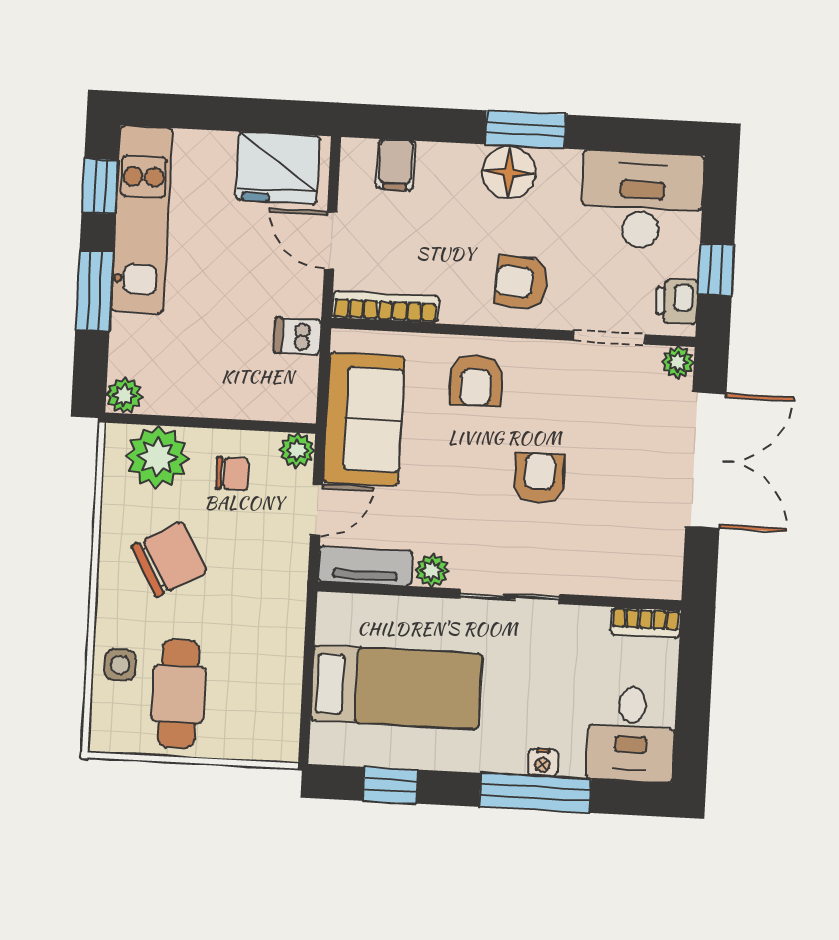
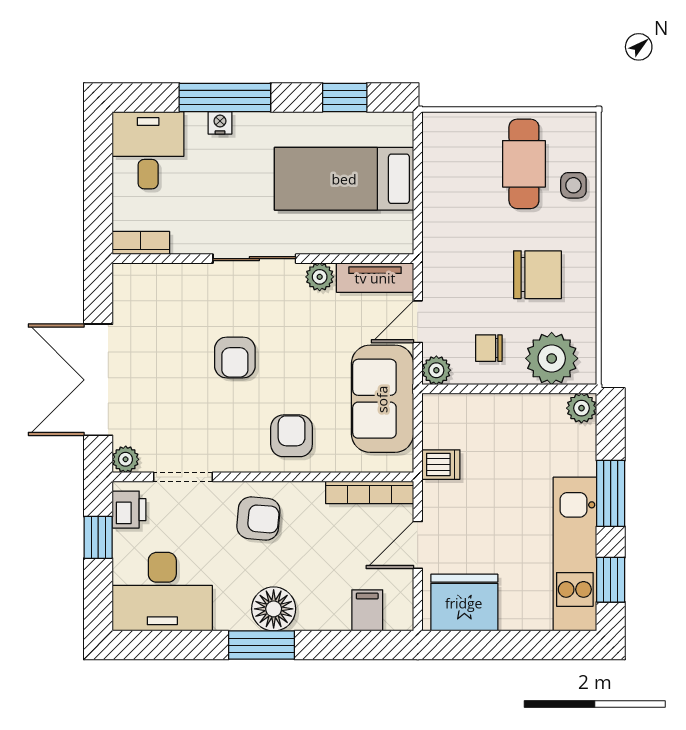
door: (331, 241) -> (418, 545), swing flipped
chair: (169, 559) -> (537, 275), turned -151

